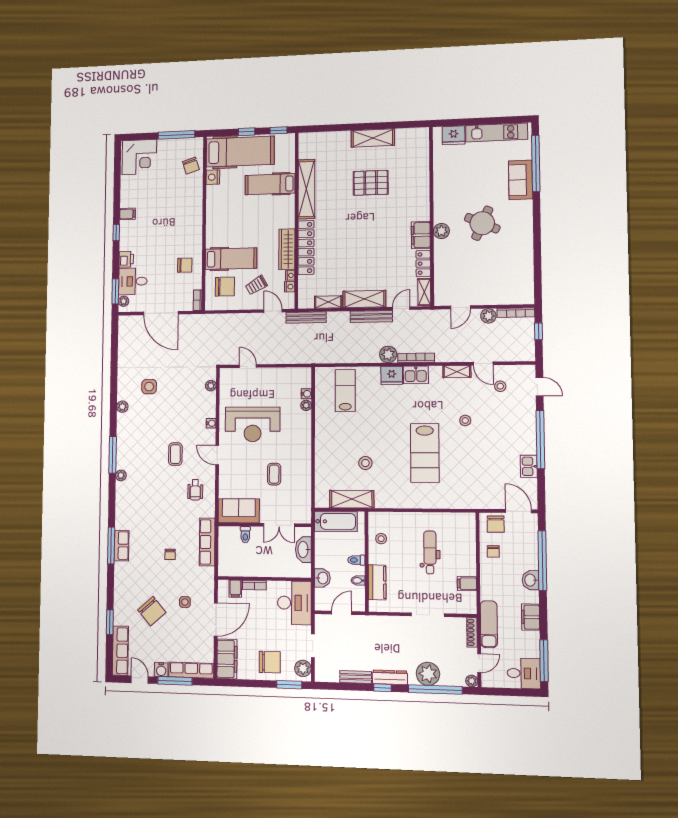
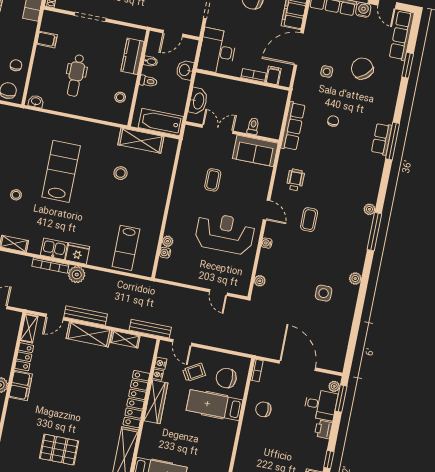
washbasin: (465, 518) -> (36, 102), added

